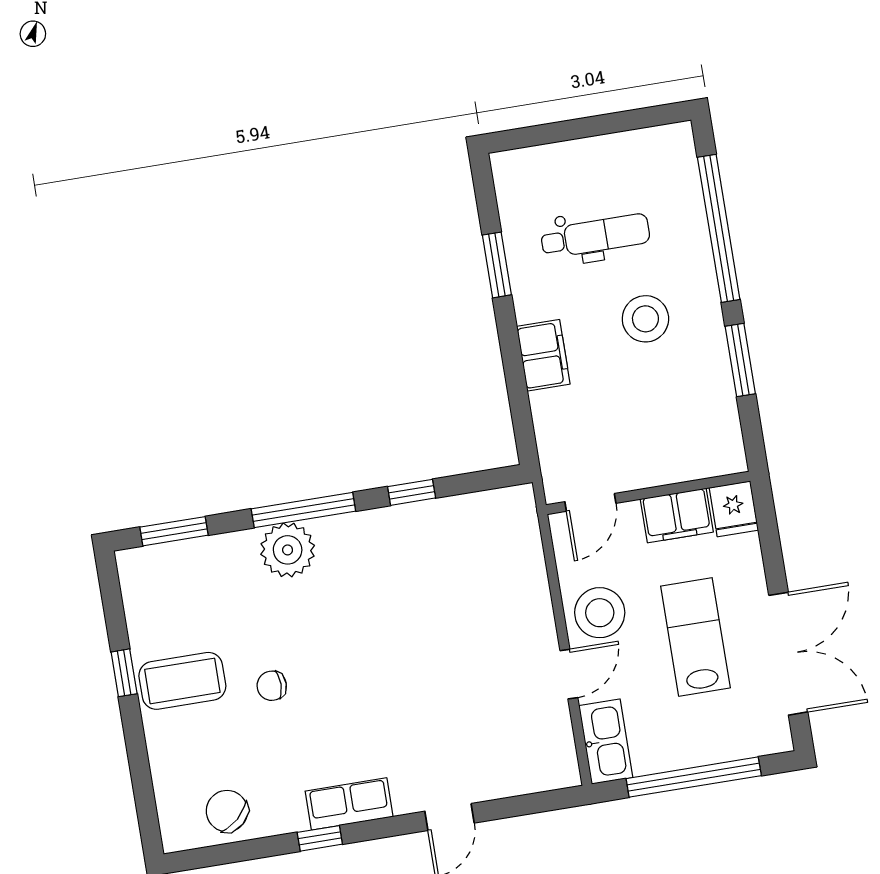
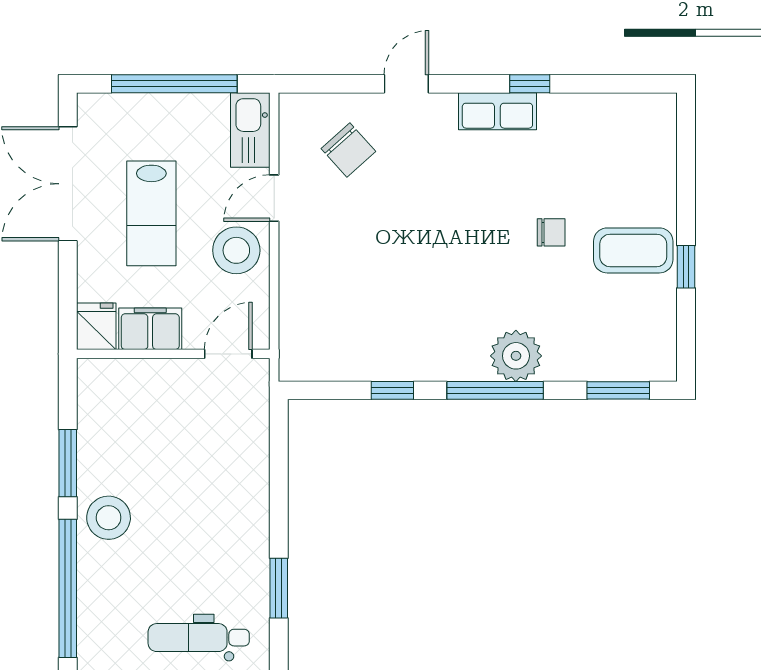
dental chair: (595, 236) -> (199, 638), moved
stool: (645, 319) -> (109, 518), moved
filing cabinet: (543, 355) -> (249, 497), removed
chair: (227, 811) -> (348, 150), moved

